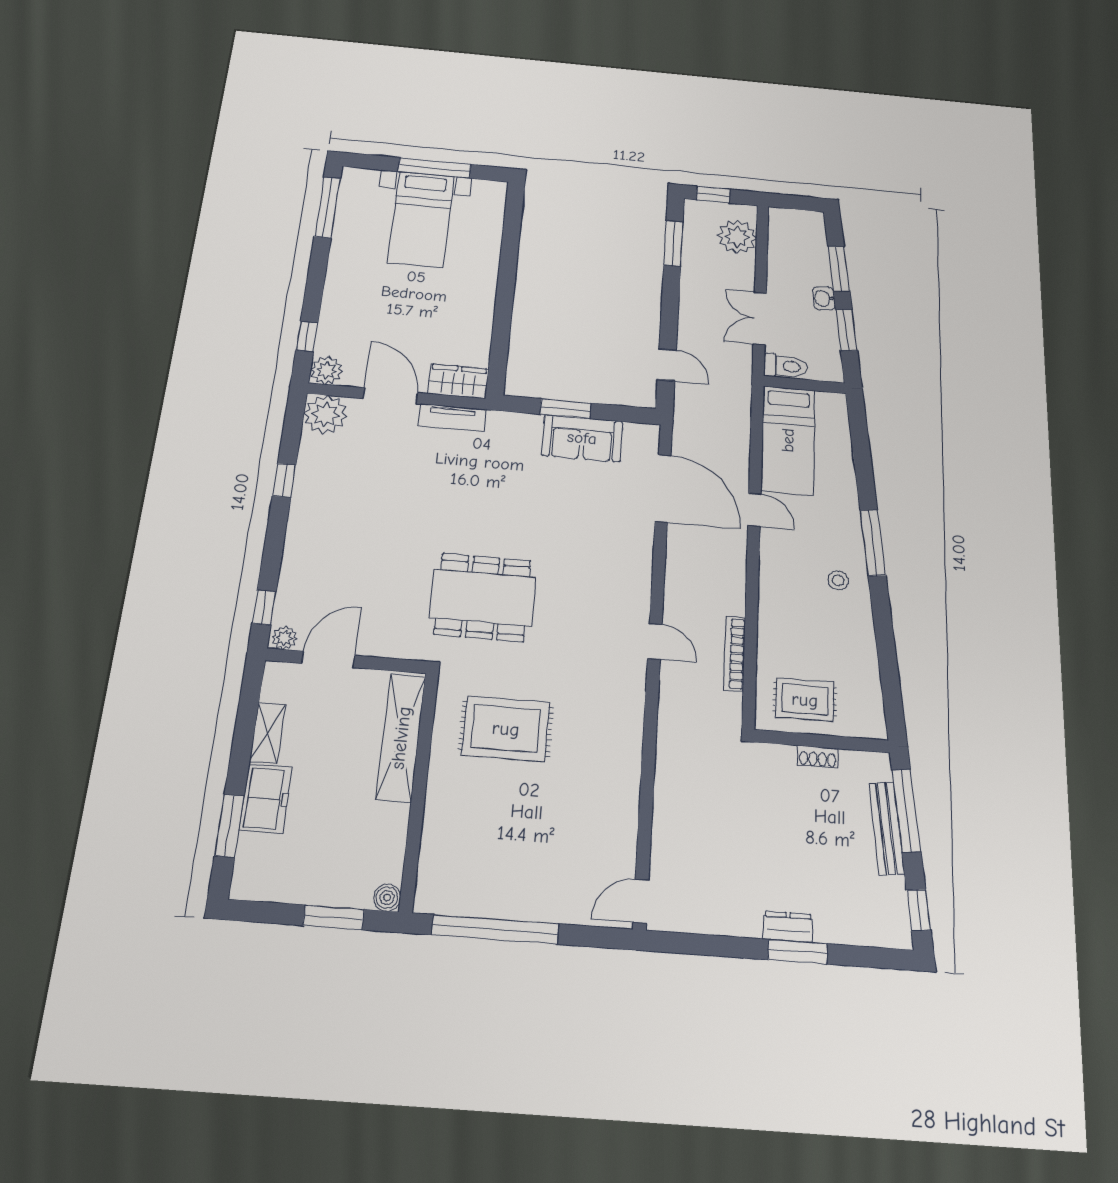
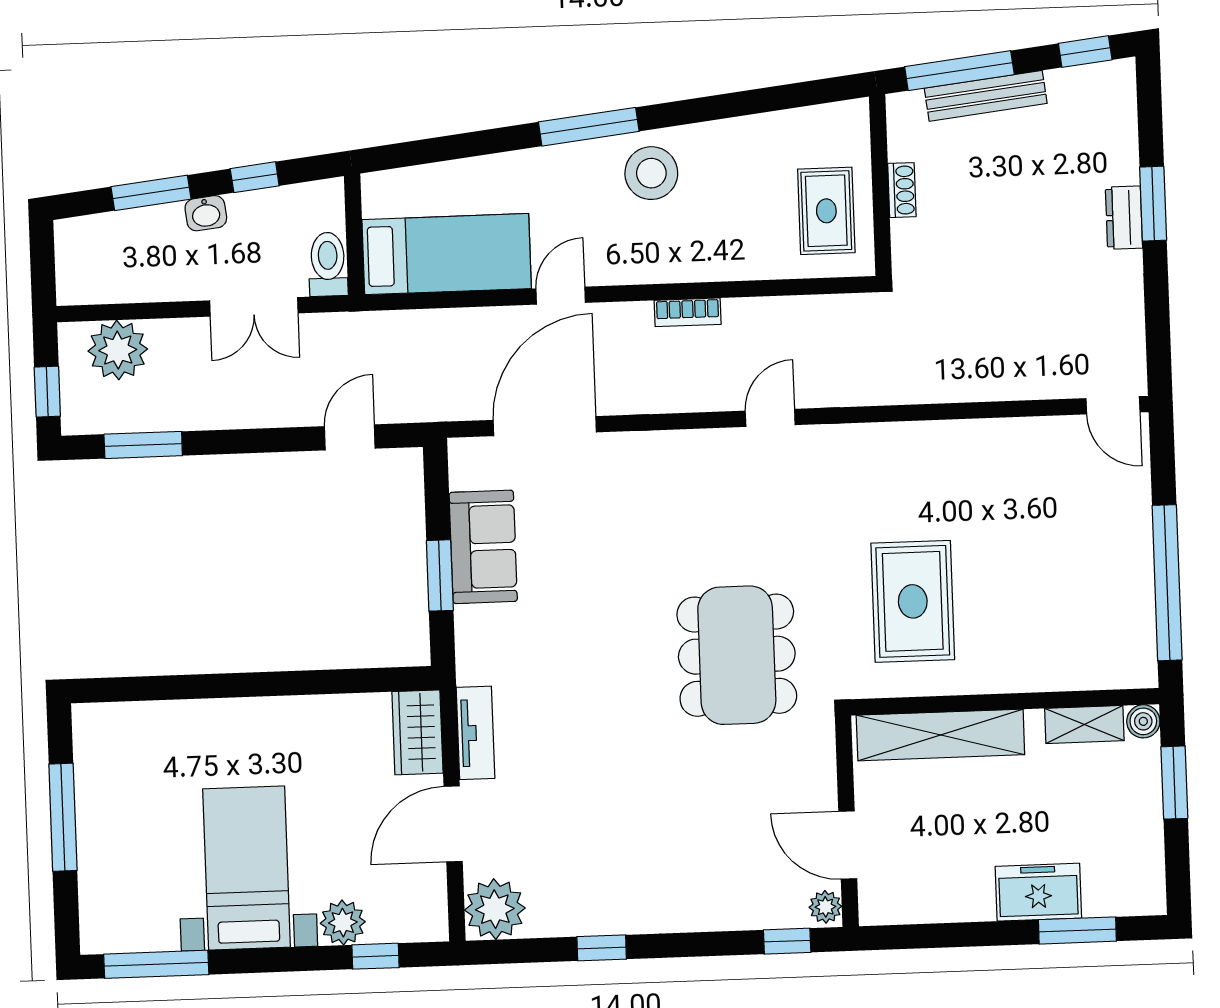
bed with nightstands: (421, 219) -> (247, 868), moved, turned -90
window: (846, 330) -> (255, 177), width x0.67
plant: (327, 370) -> (343, 923), moved
stool: (838, 580) -> (651, 173), width x1.89, depth x1.89
bookcase: (735, 653) -> (688, 312), moved, width x0.64
shelving: (268, 733) -> (1084, 724), moved

